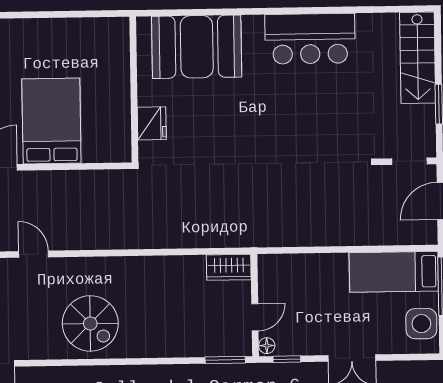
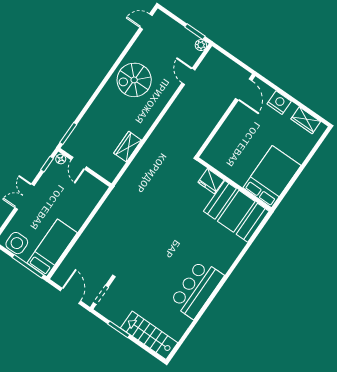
booth: (197, 47) -> (236, 211), moved, turned 90
bed: (51, 121) -> (272, 177), moved, turned -90
door: (34, 254) -> (188, 76), swing flipped
wardrobe: (229, 267) -> (128, 147), moved

